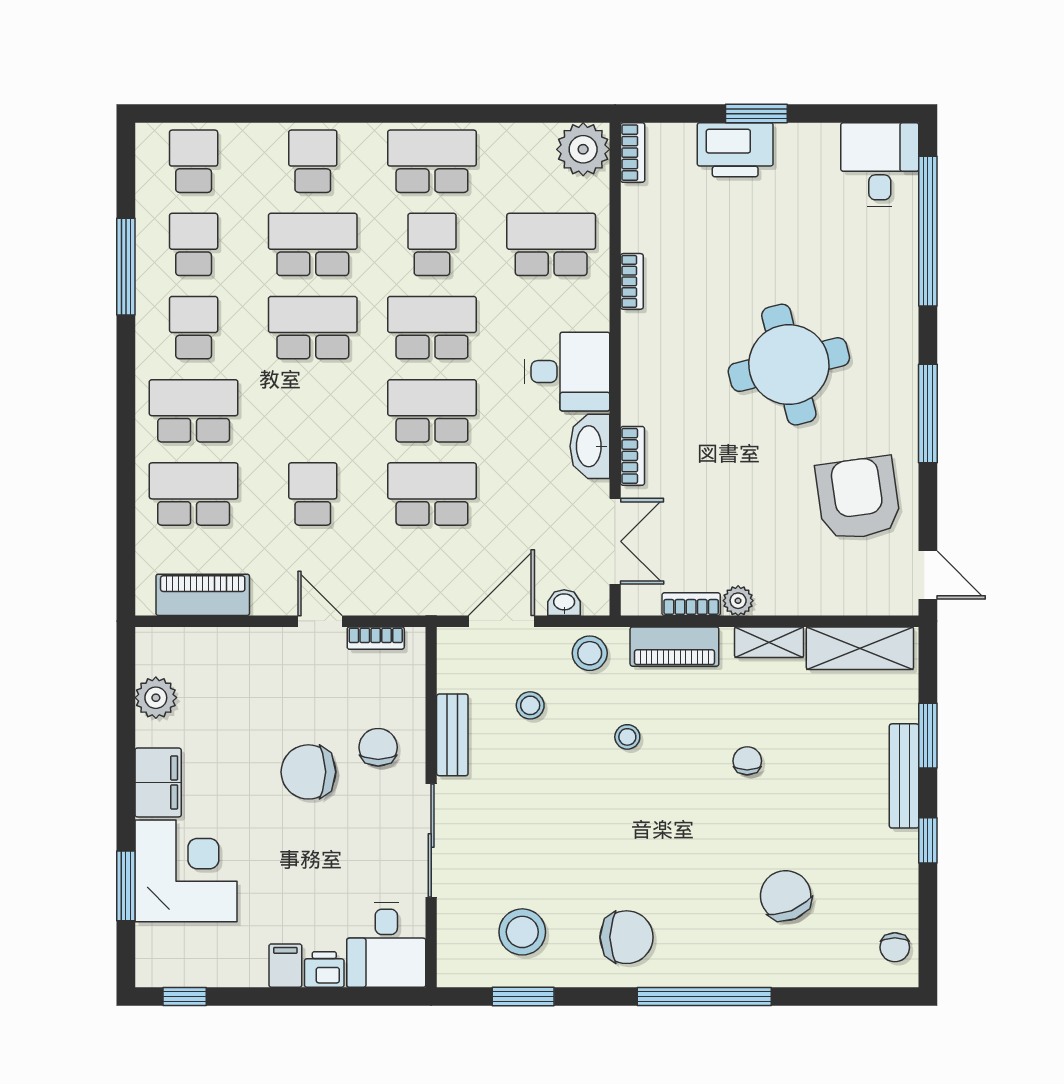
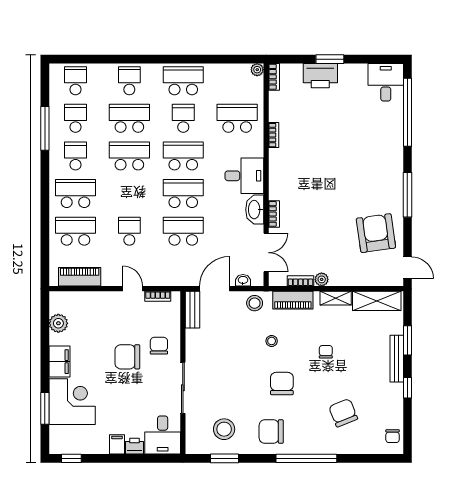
plant: (583, 149) -> (257, 70), width x0.53, depth x0.53
round table: (789, 365) -> (345, 173), removed
stool: (530, 705) -> (228, 327), removed
bench: (452, 735) -> (192, 310), moved
chair: (650, 831) -> (282, 384), added
chair: (627, 937) -> (271, 432), turned 180

